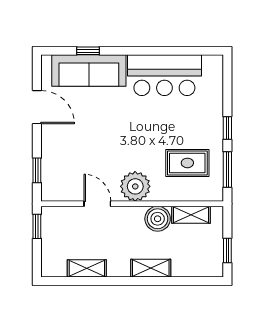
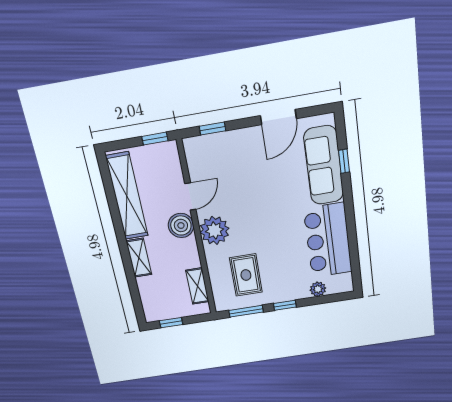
plant: (215, 92) -> (318, 289), added
boiler: (158, 219) -> (181, 225), moved
shelving: (87, 268) -> (127, 196), width x2.20, depth x1.33

